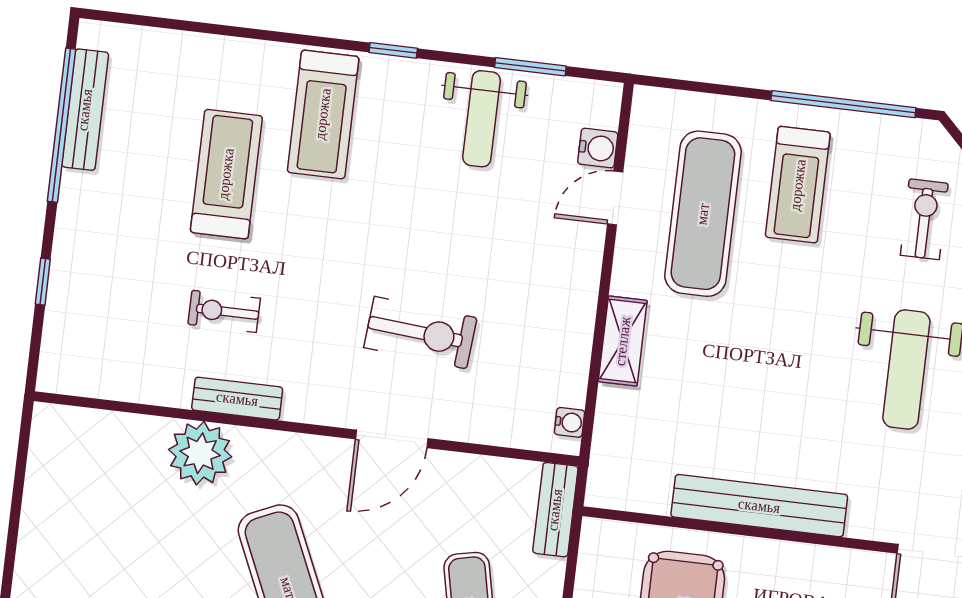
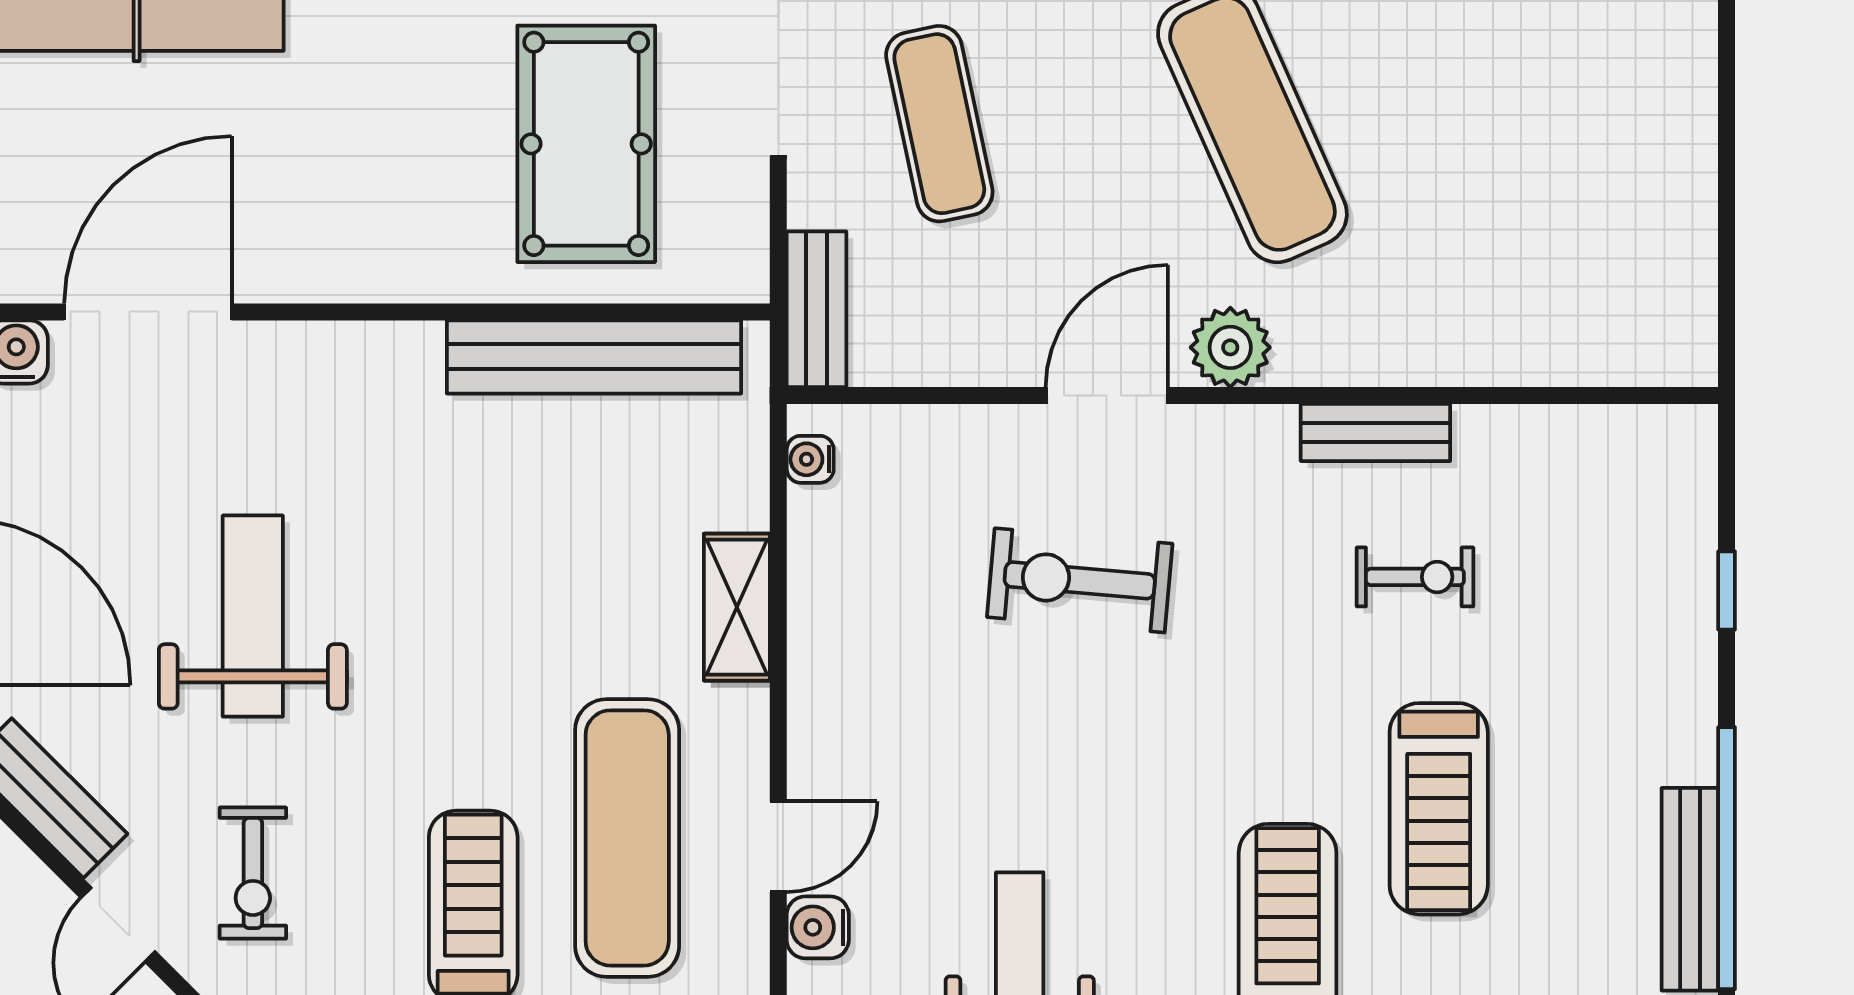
plant: (200, 453) -> (1230, 347), moved, width x0.73, depth x0.73
bench: (759, 506) -> (594, 357), moved

